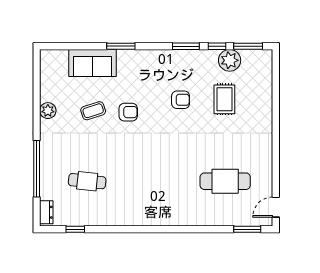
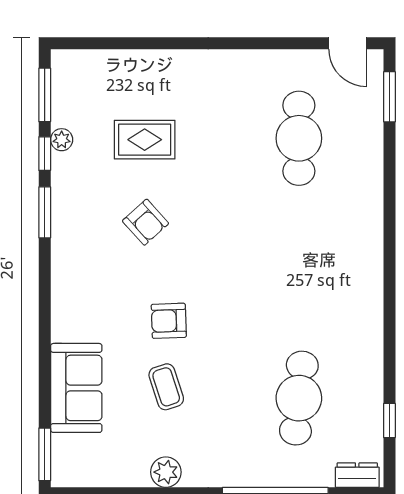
window: (121, 46) -> (45, 454), moved
plant: (230, 60) -> (62, 140), width x0.53, depth x0.53
armchair: (181, 100) -> (146, 222), turned 138
armchair: (128, 112) -> (169, 321), turned -92
cafe table: (87, 181) -> (299, 398), width x1.37, depth x1.35

